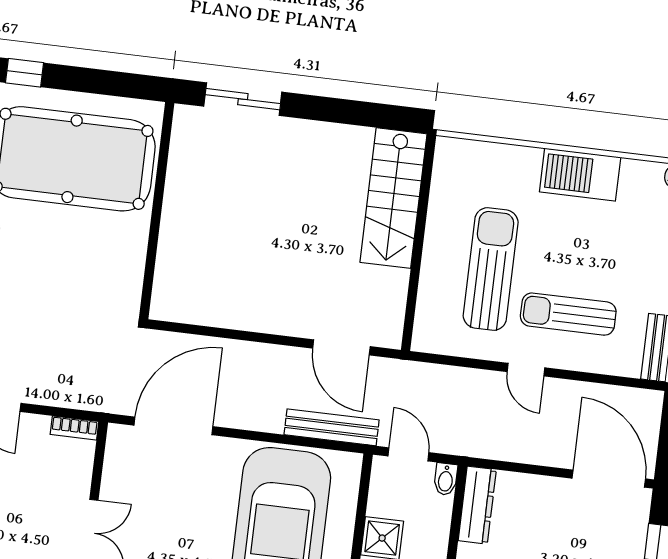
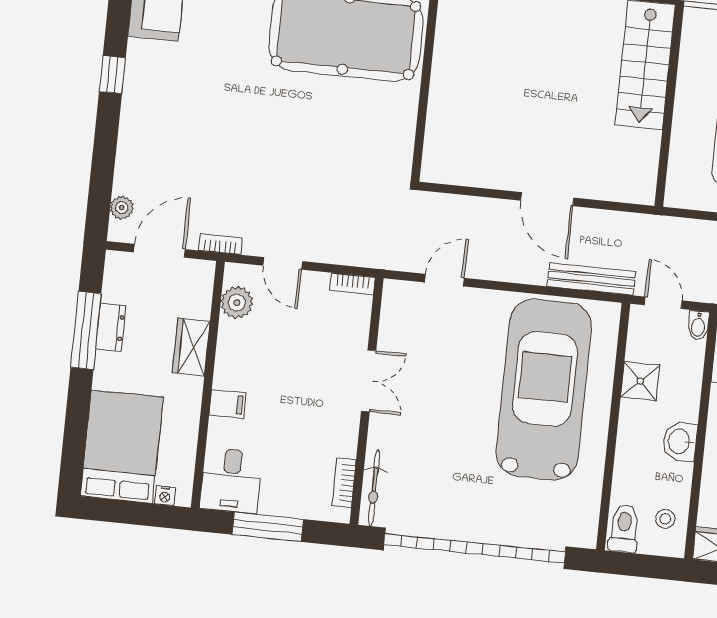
door: (341, 347) -> (547, 199), moved
door: (173, 426) -> (444, 280), width x0.53

